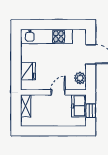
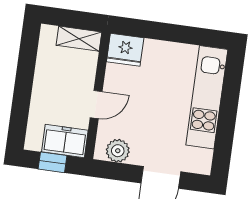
fridge: (28, 71) -> (125, 50), moved
door: (58, 92) -> (96, 105), hinge flipped

